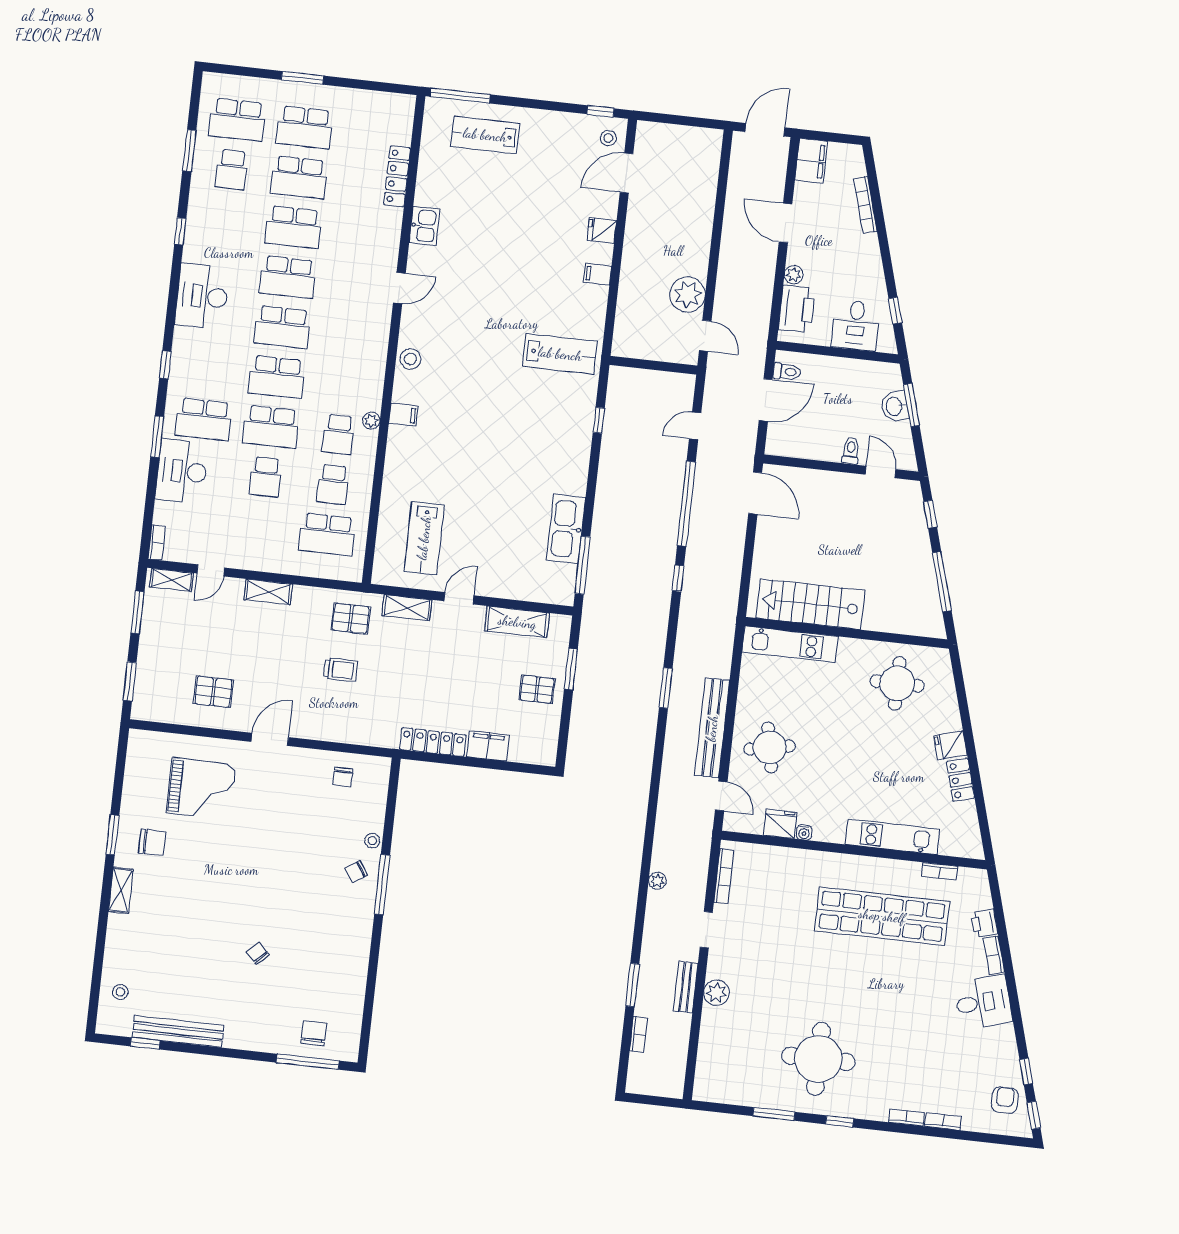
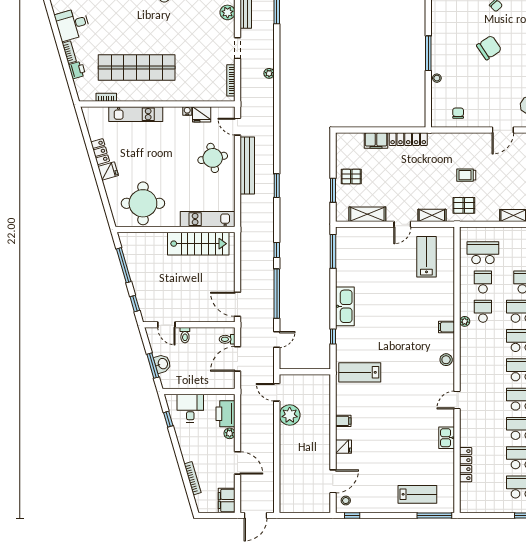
toilet: (787, 372) -> (227, 339), moved
kitchen sink: (566, 529) -> (345, 306), moved
round table: (897, 683) -> (143, 203), width x1.36, depth x1.36
chair: (356, 872) -> (489, 48), moved, width x1.87, depth x1.87

